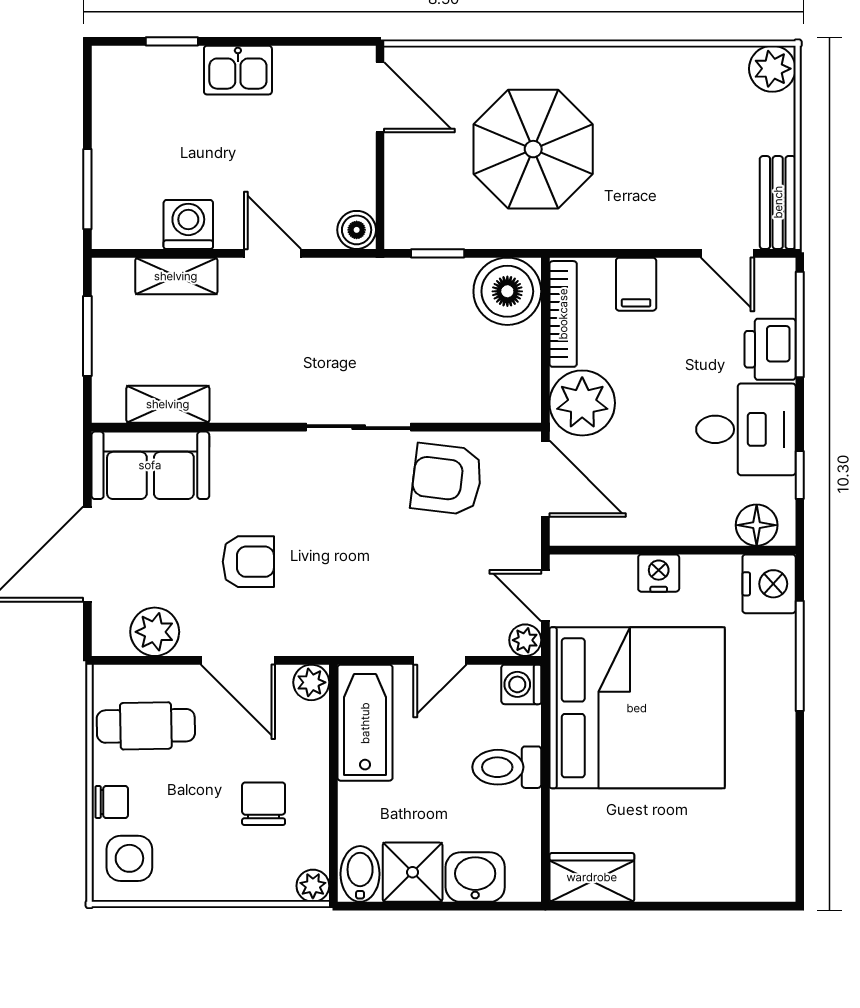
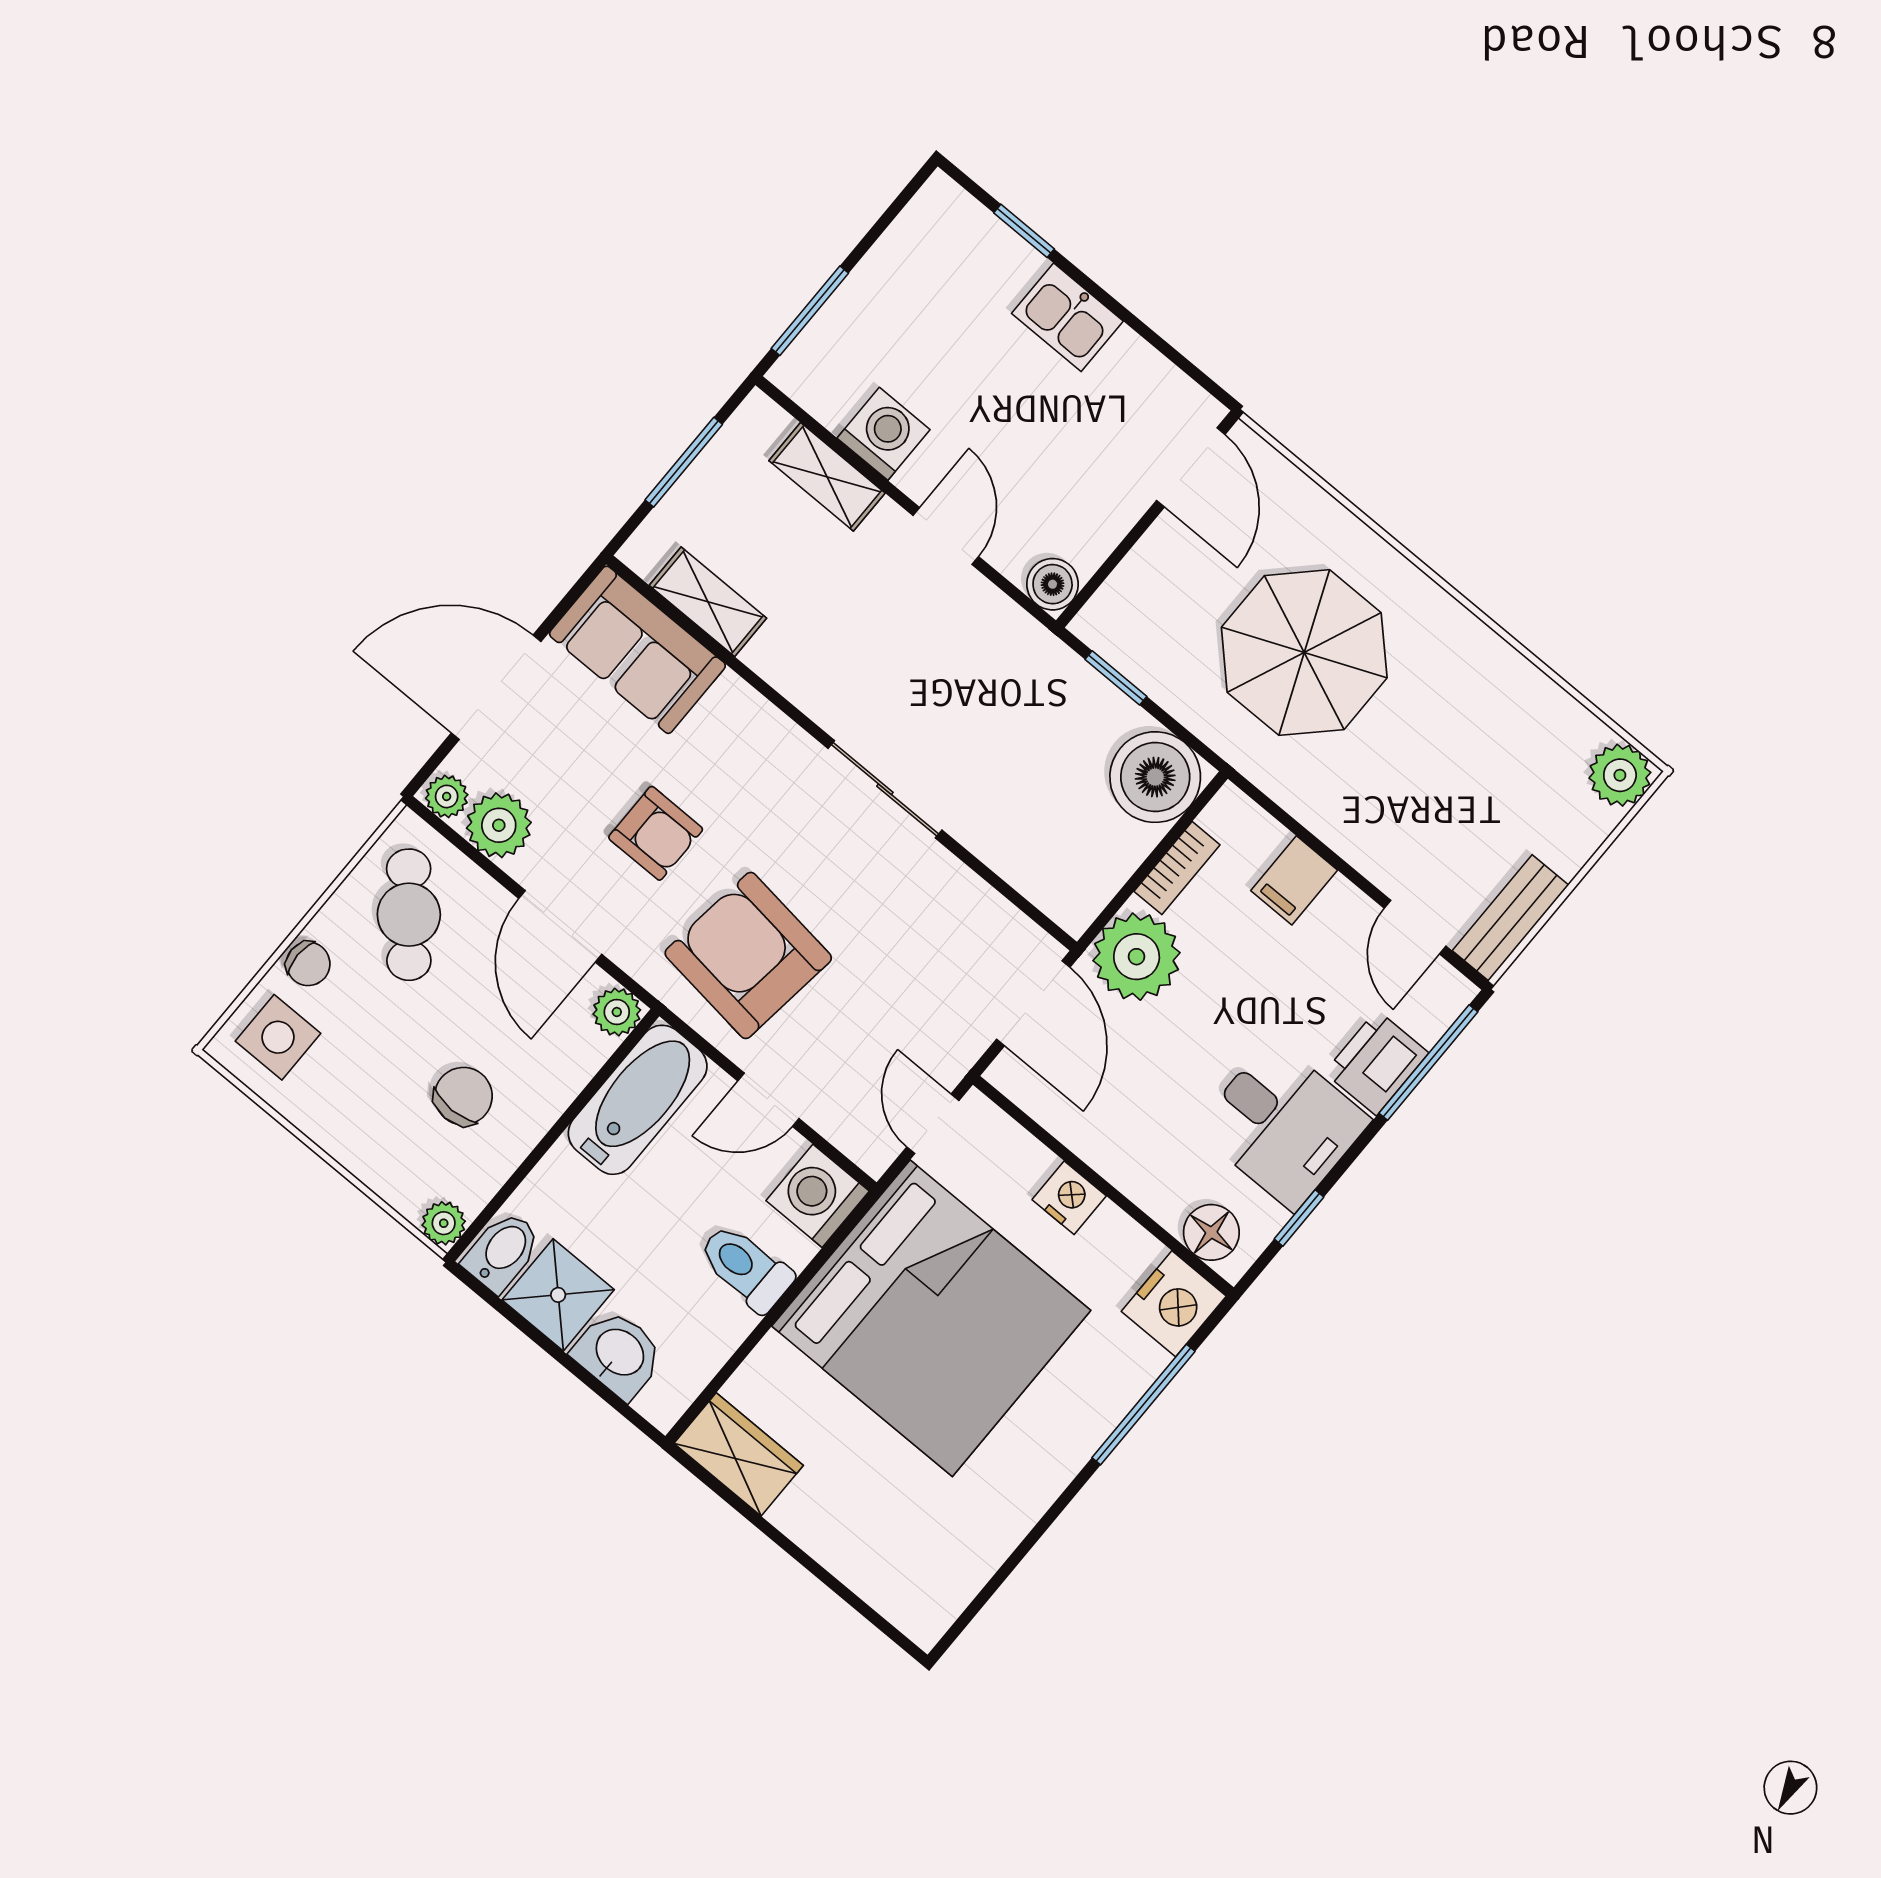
bookcase: (563, 314) -> (1177, 868), width x0.64
armchair: (447, 479) -> (748, 955), moved, width x1.36, depth x1.36
plant: (525, 640) -> (447, 796), moved
washing machine: (521, 684) -> (818, 1196), width x1.38, depth x1.38
cafe table: (146, 726) -> (409, 915), turned 51

